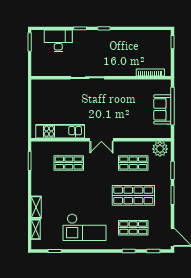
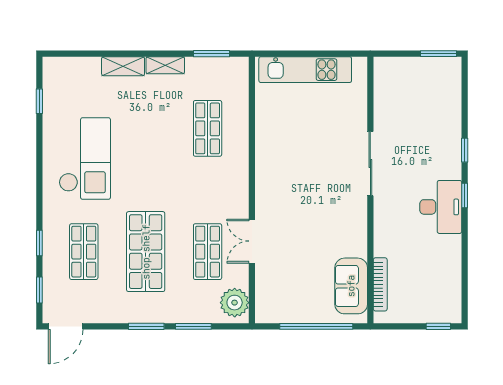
desk: (58, 41) -> (441, 207), moved
sofa: (162, 109) -> (351, 286), moved, turned -90
kitchen unit: (60, 131) -> (305, 70), moved, turned 90
double door: (101, 140) -> (252, 241), moved
checkout: (85, 227) -> (85, 159), turned 180
shelving: (36, 229) -> (165, 65), moved

